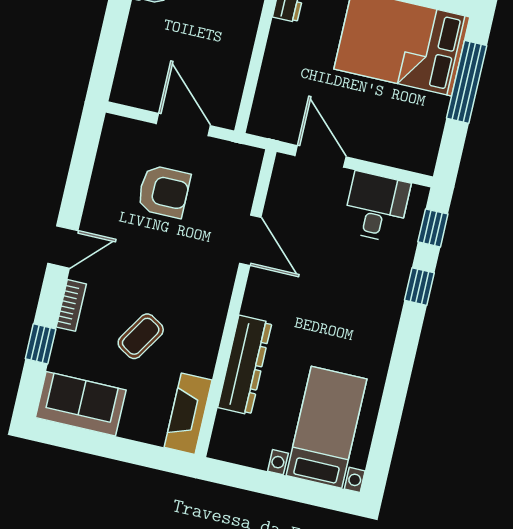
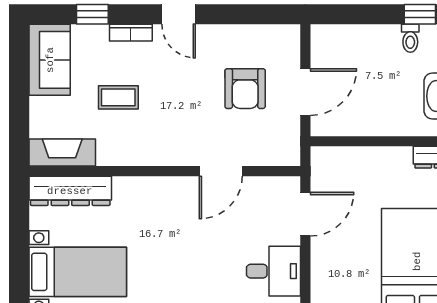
coffee table: (141, 336) -> (118, 97), turned -32
dresser: (245, 365) -> (70, 191), moved

